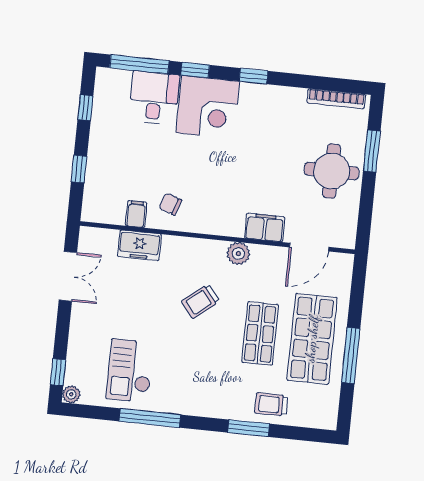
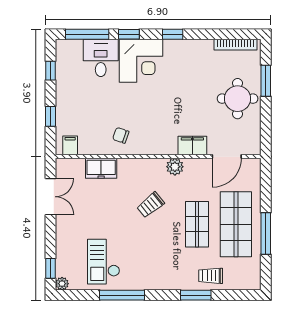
filing cabinet: (136, 214) -> (70, 145), moved

